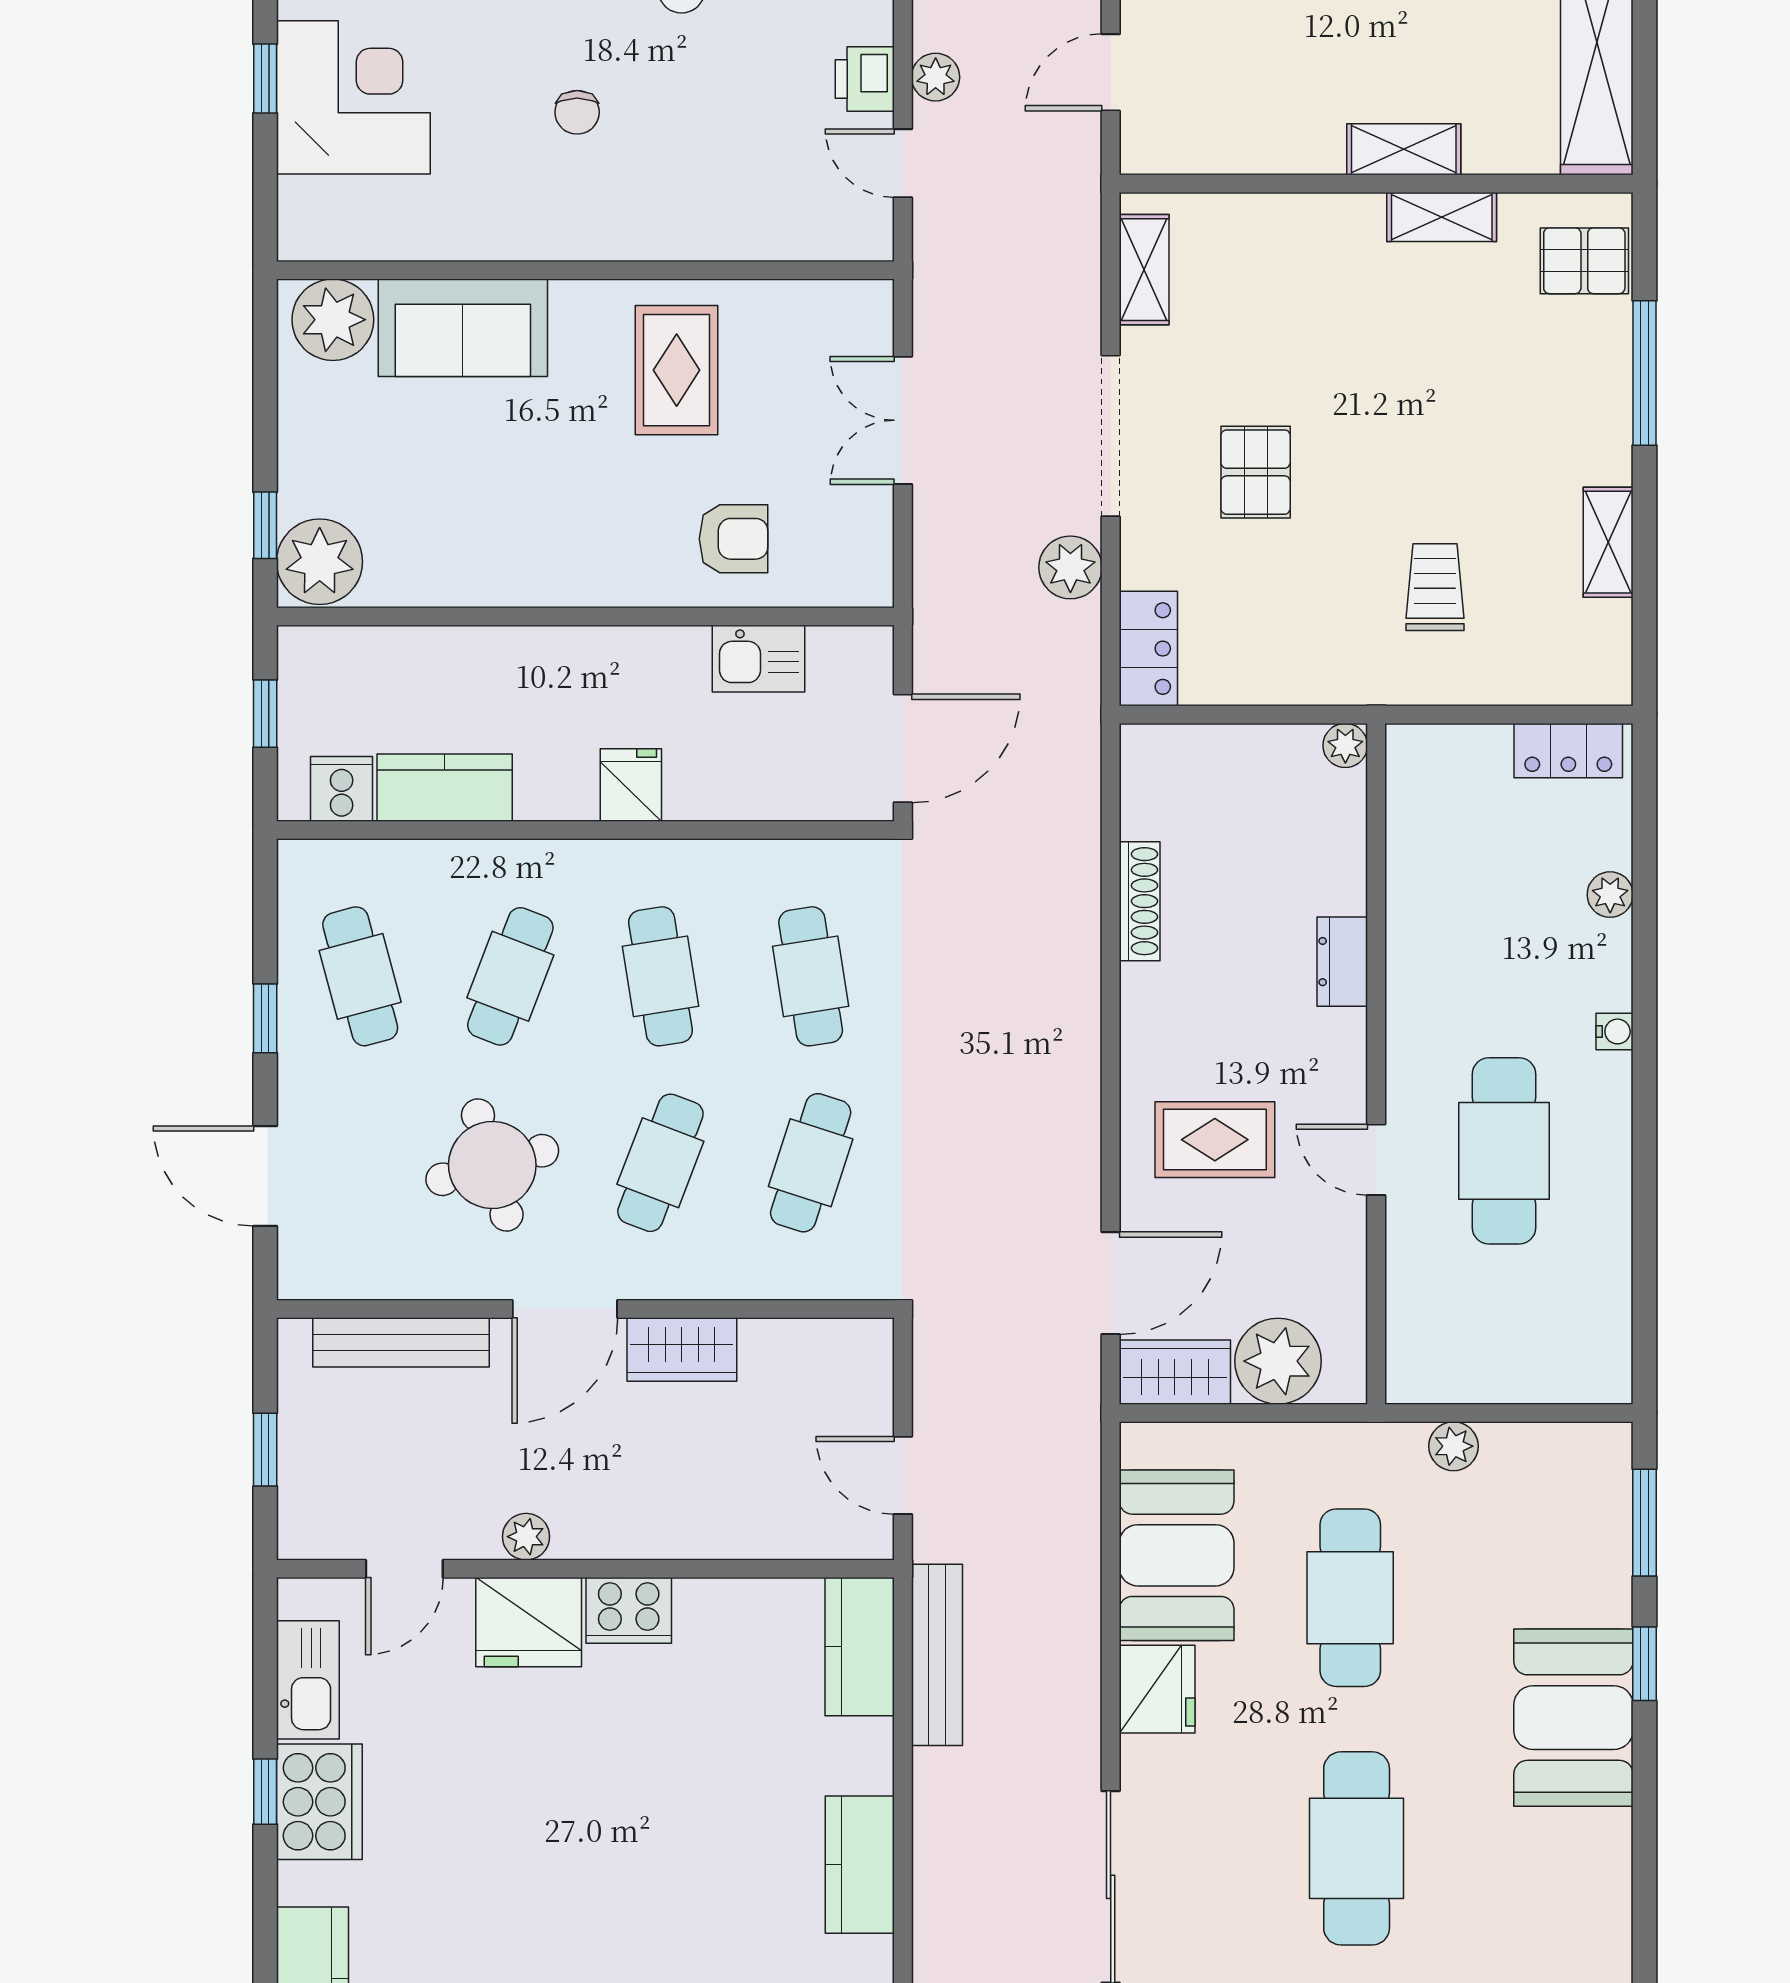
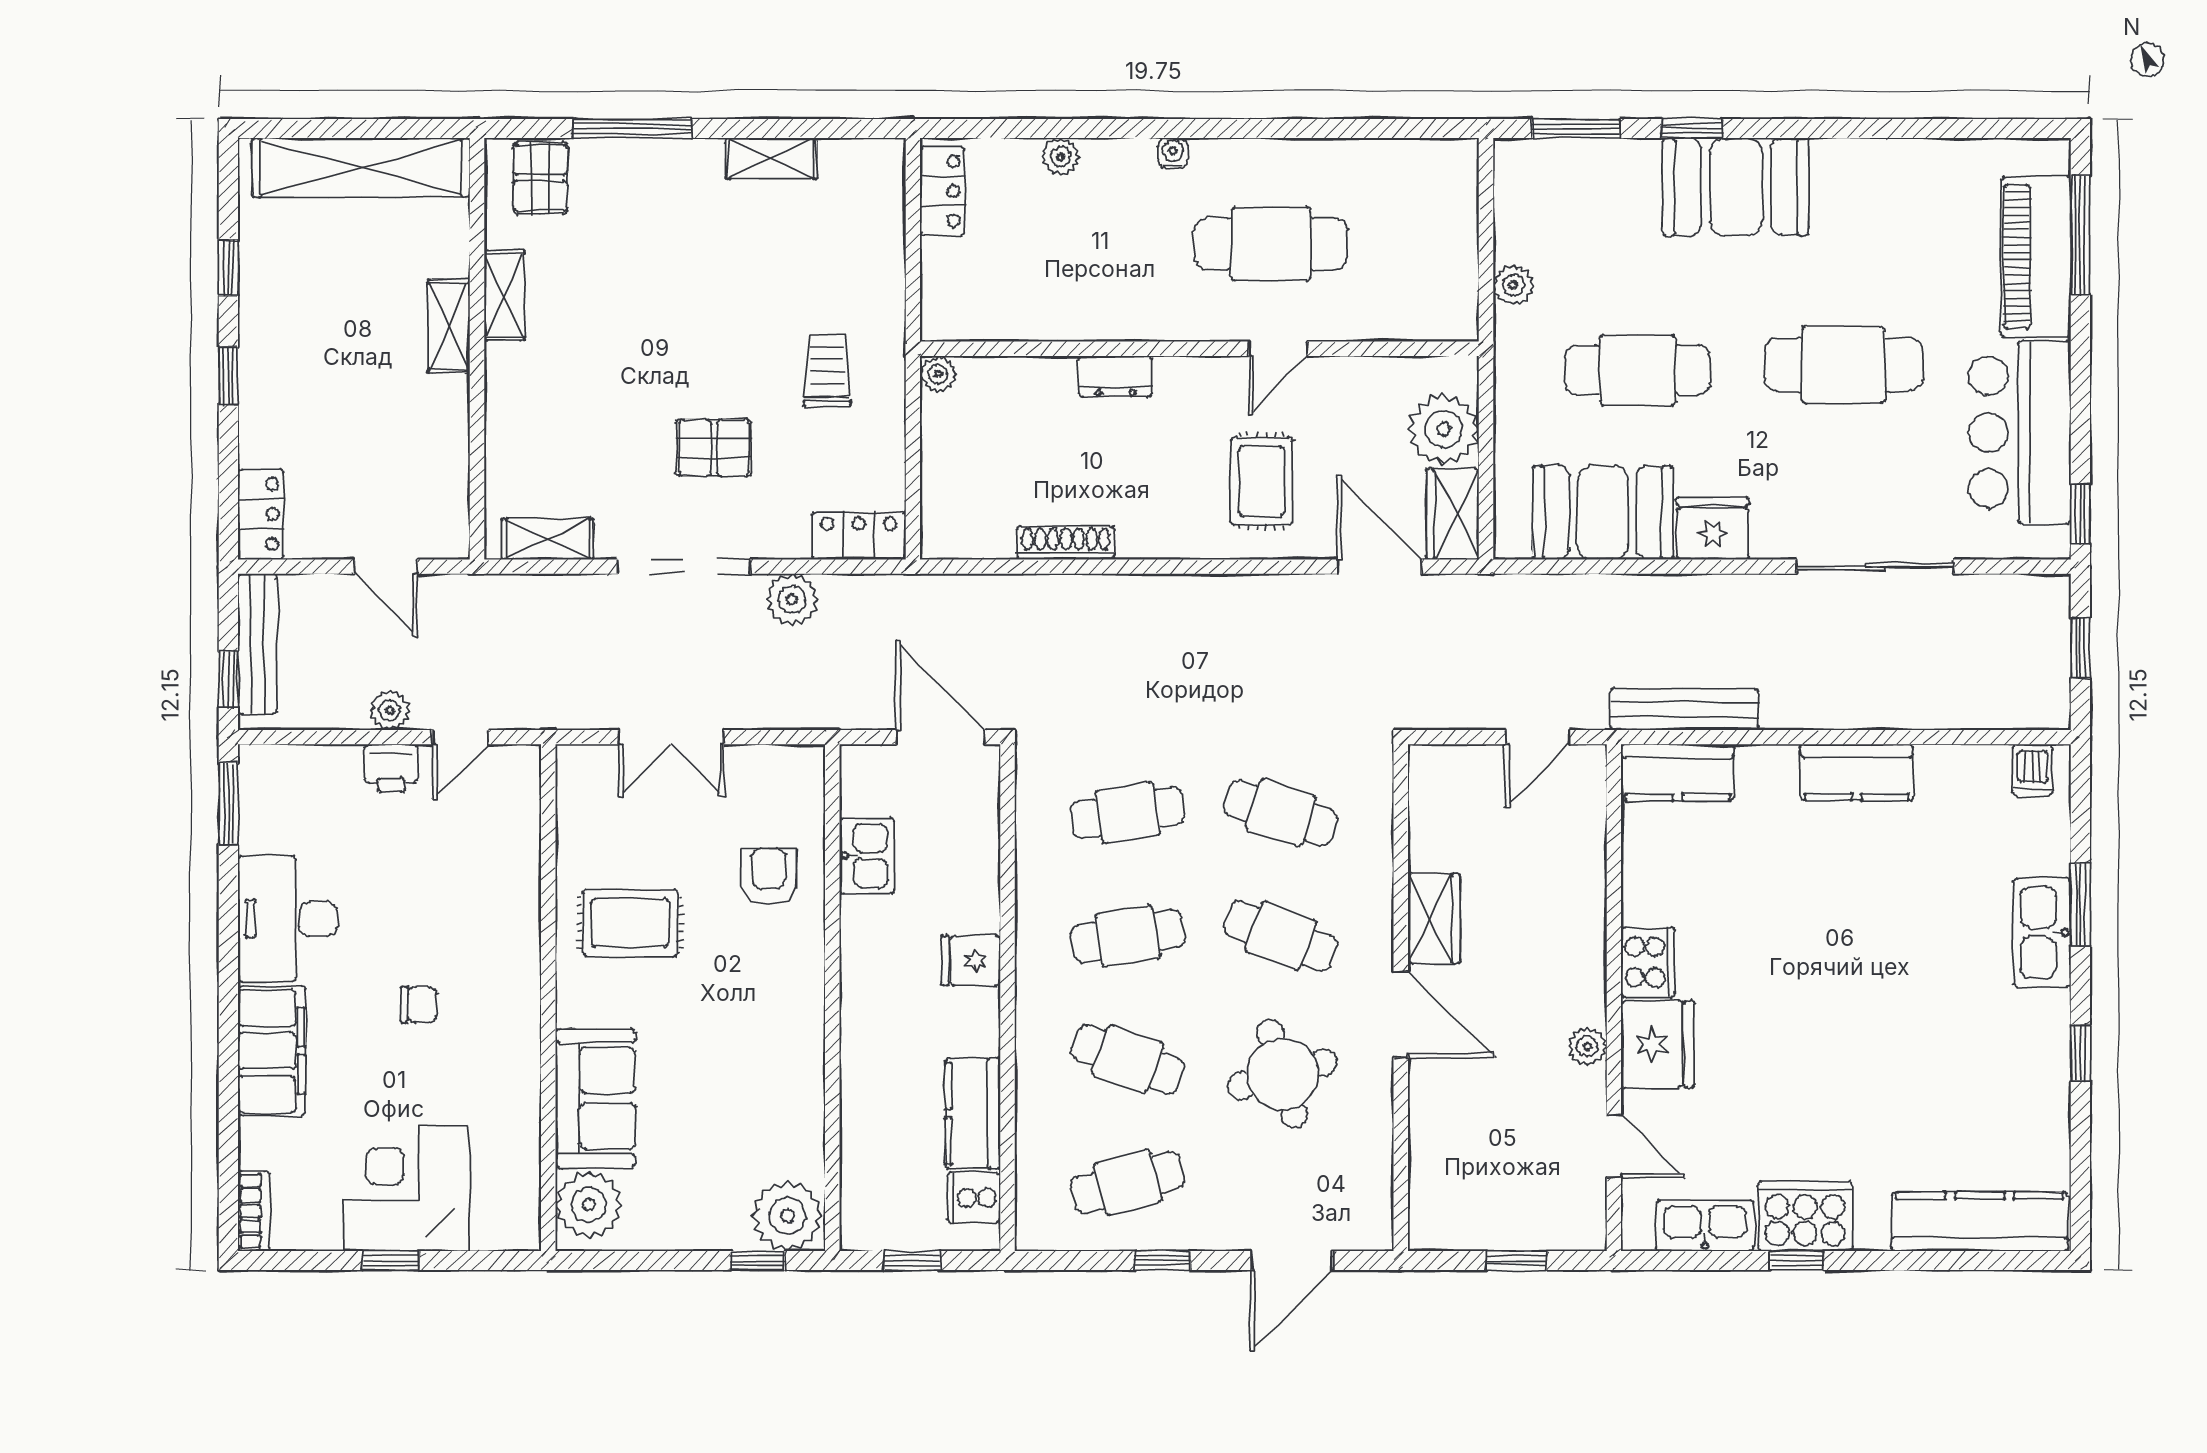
trolley: (1435, 587) -> (827, 371), moved, turned 90
bench: (401, 1342) -> (1428, 1149), removed

